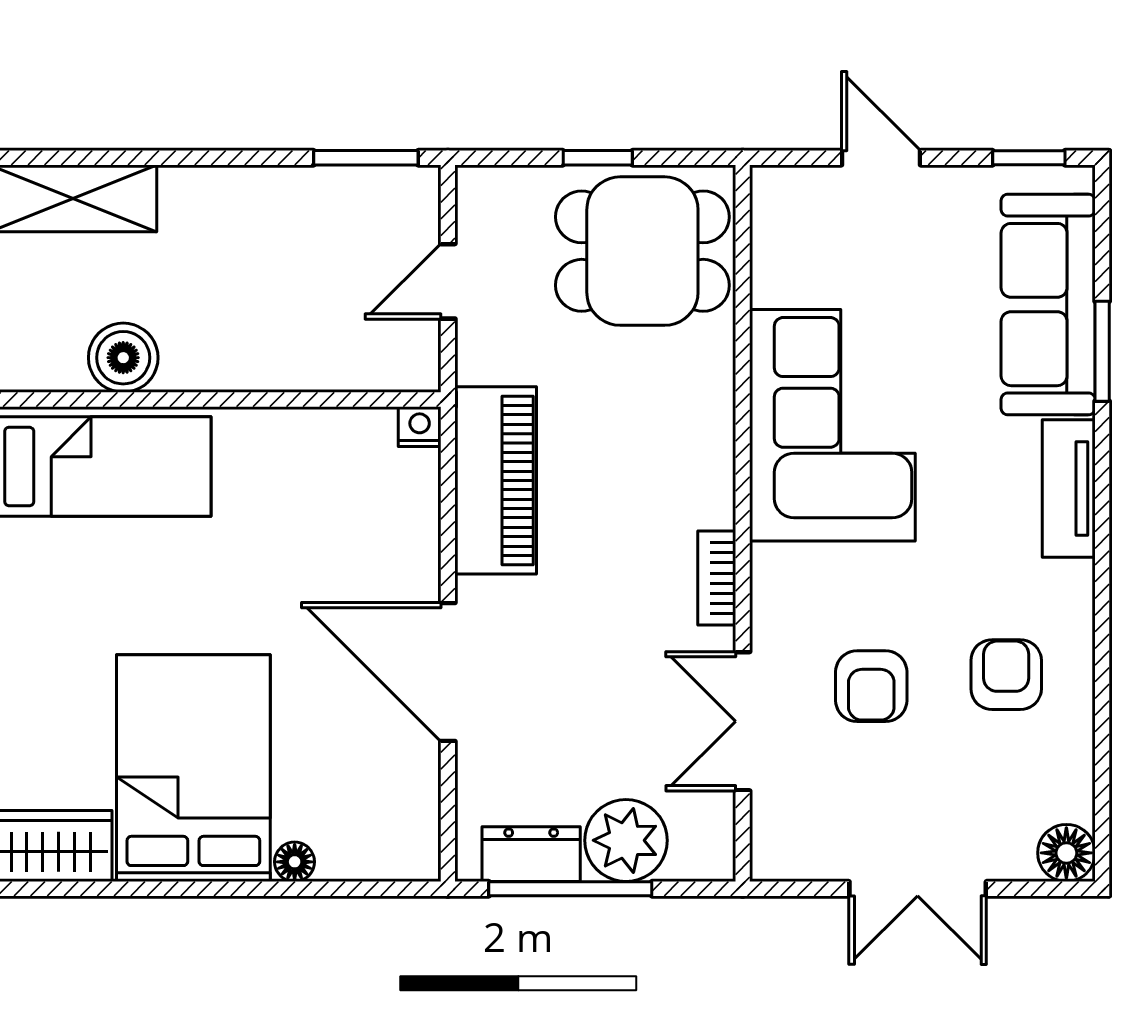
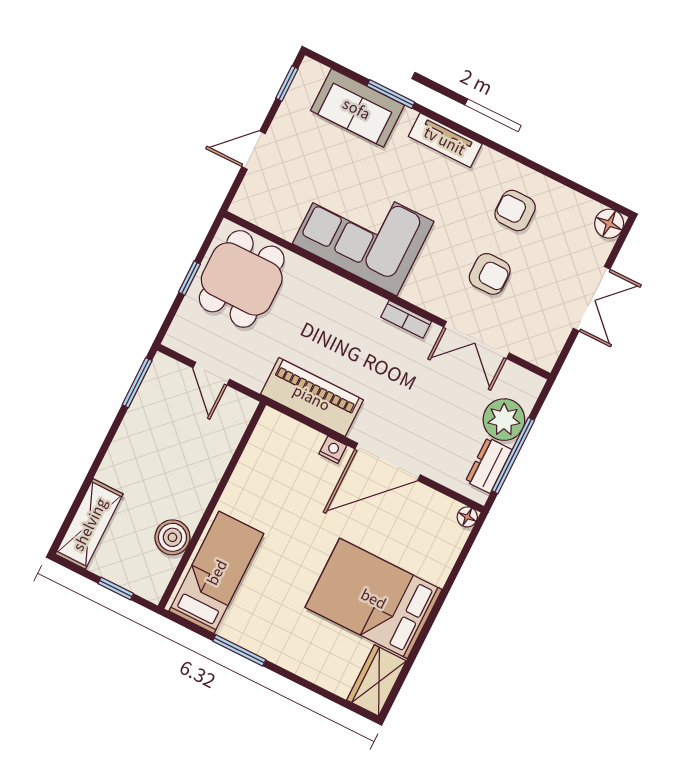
sofa: (1048, 305) -> (357, 108), width x0.73
nightstand: (420, 427) -> (333, 450), moved, turned 90
floor lamp: (295, 862) -> (467, 517), moved

